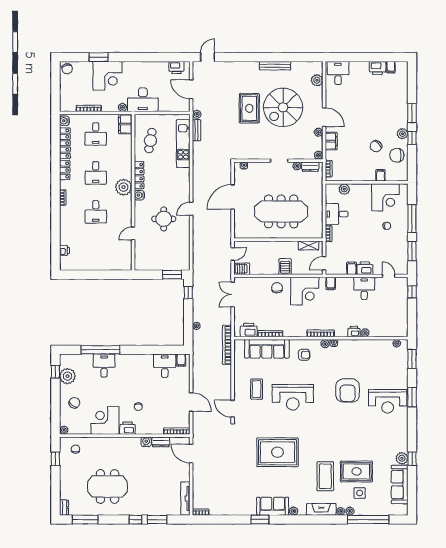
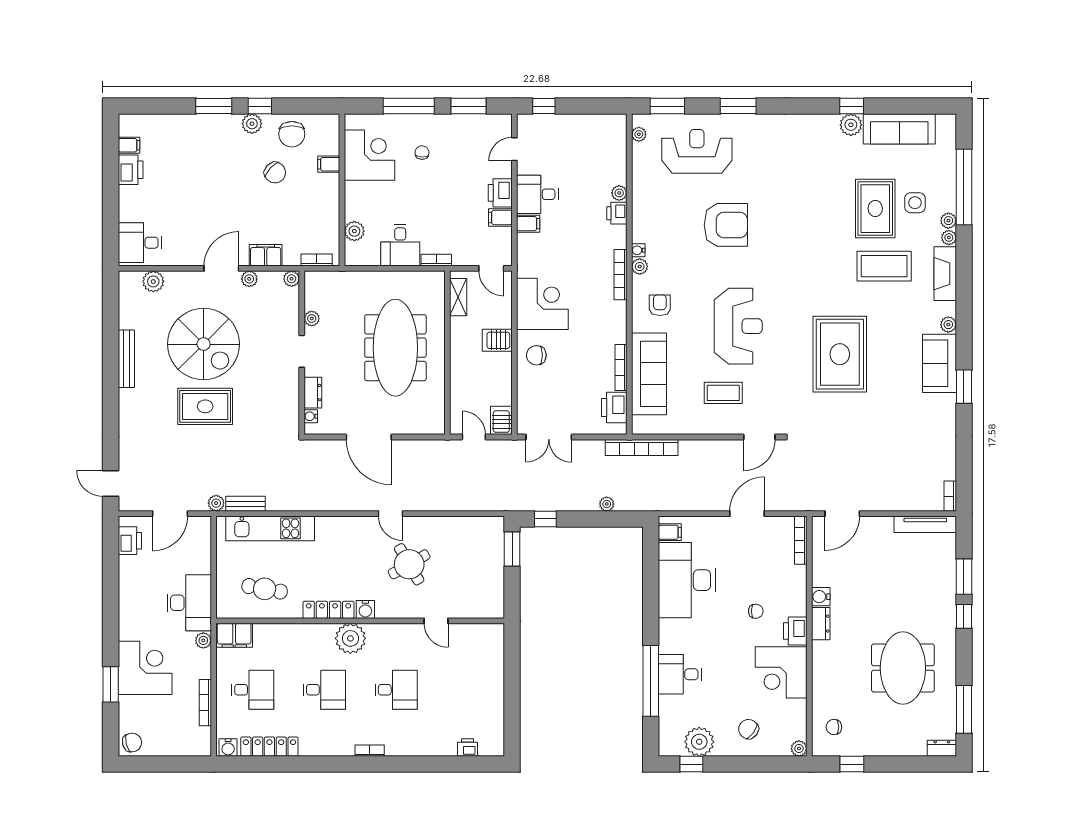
dresser: (310, 167) -> (313, 393), moved
locker: (65, 170) -> (319, 747), removed
round table: (164, 219) -> (409, 564), turned -30
filing cabinet: (331, 283) -> (528, 224), moved
desk: (165, 366) -> (687, 580), width x1.87, depth x1.30
reception desk: (388, 401) -> (697, 151), moved, turned -90
dresser: (161, 442) -> (821, 624), moved

